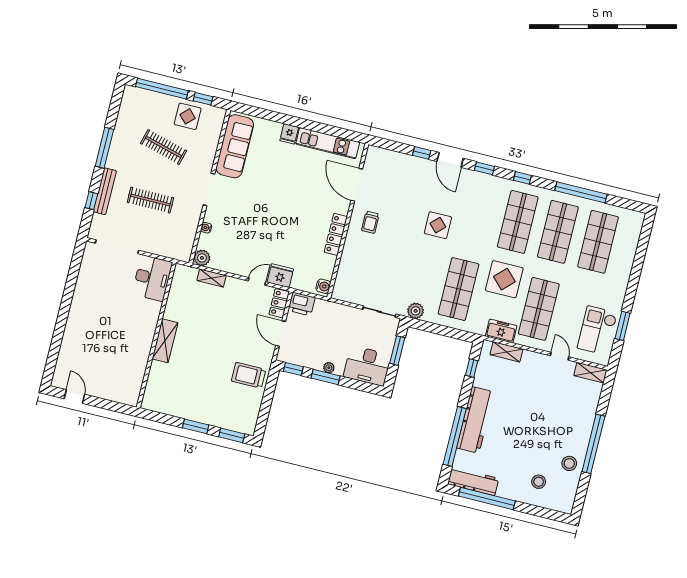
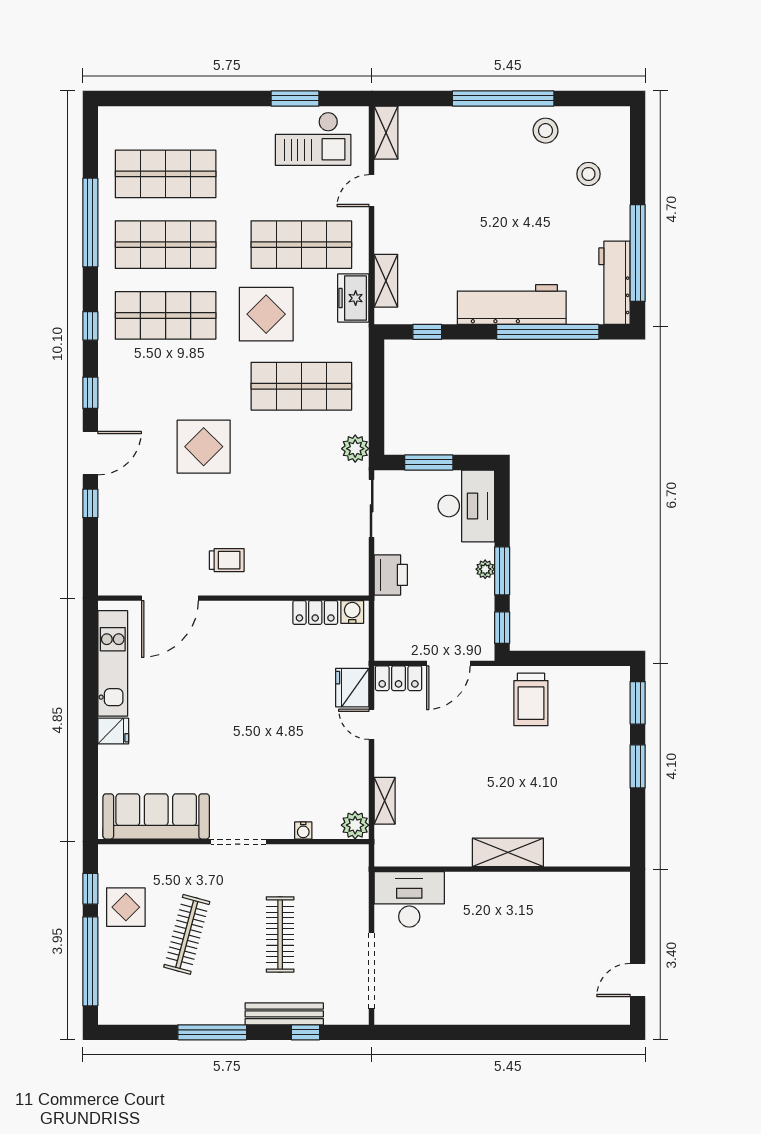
display table: (438, 225) -> (204, 447), width x1.36, depth x1.36
locker: (336, 234) -> (315, 612), moved, width x0.66
printer: (302, 304) -> (391, 575), moved

